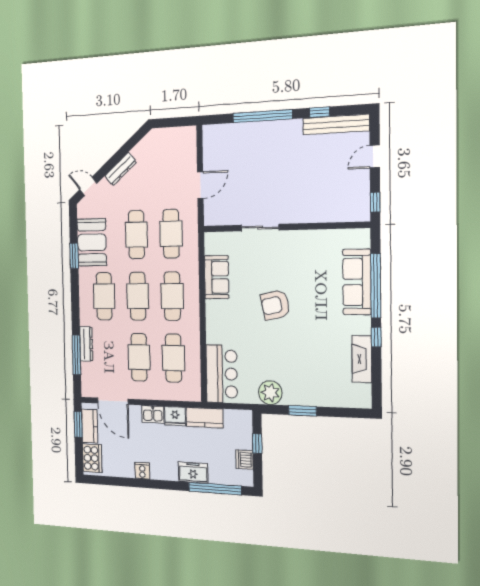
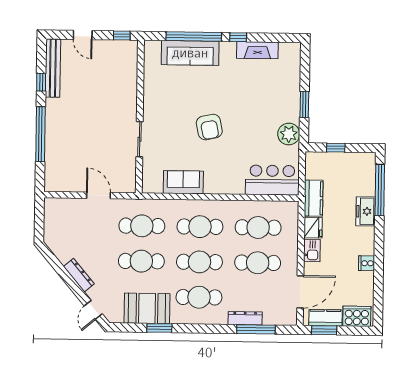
dishwasher: (245, 460) -> (351, 160), removed

